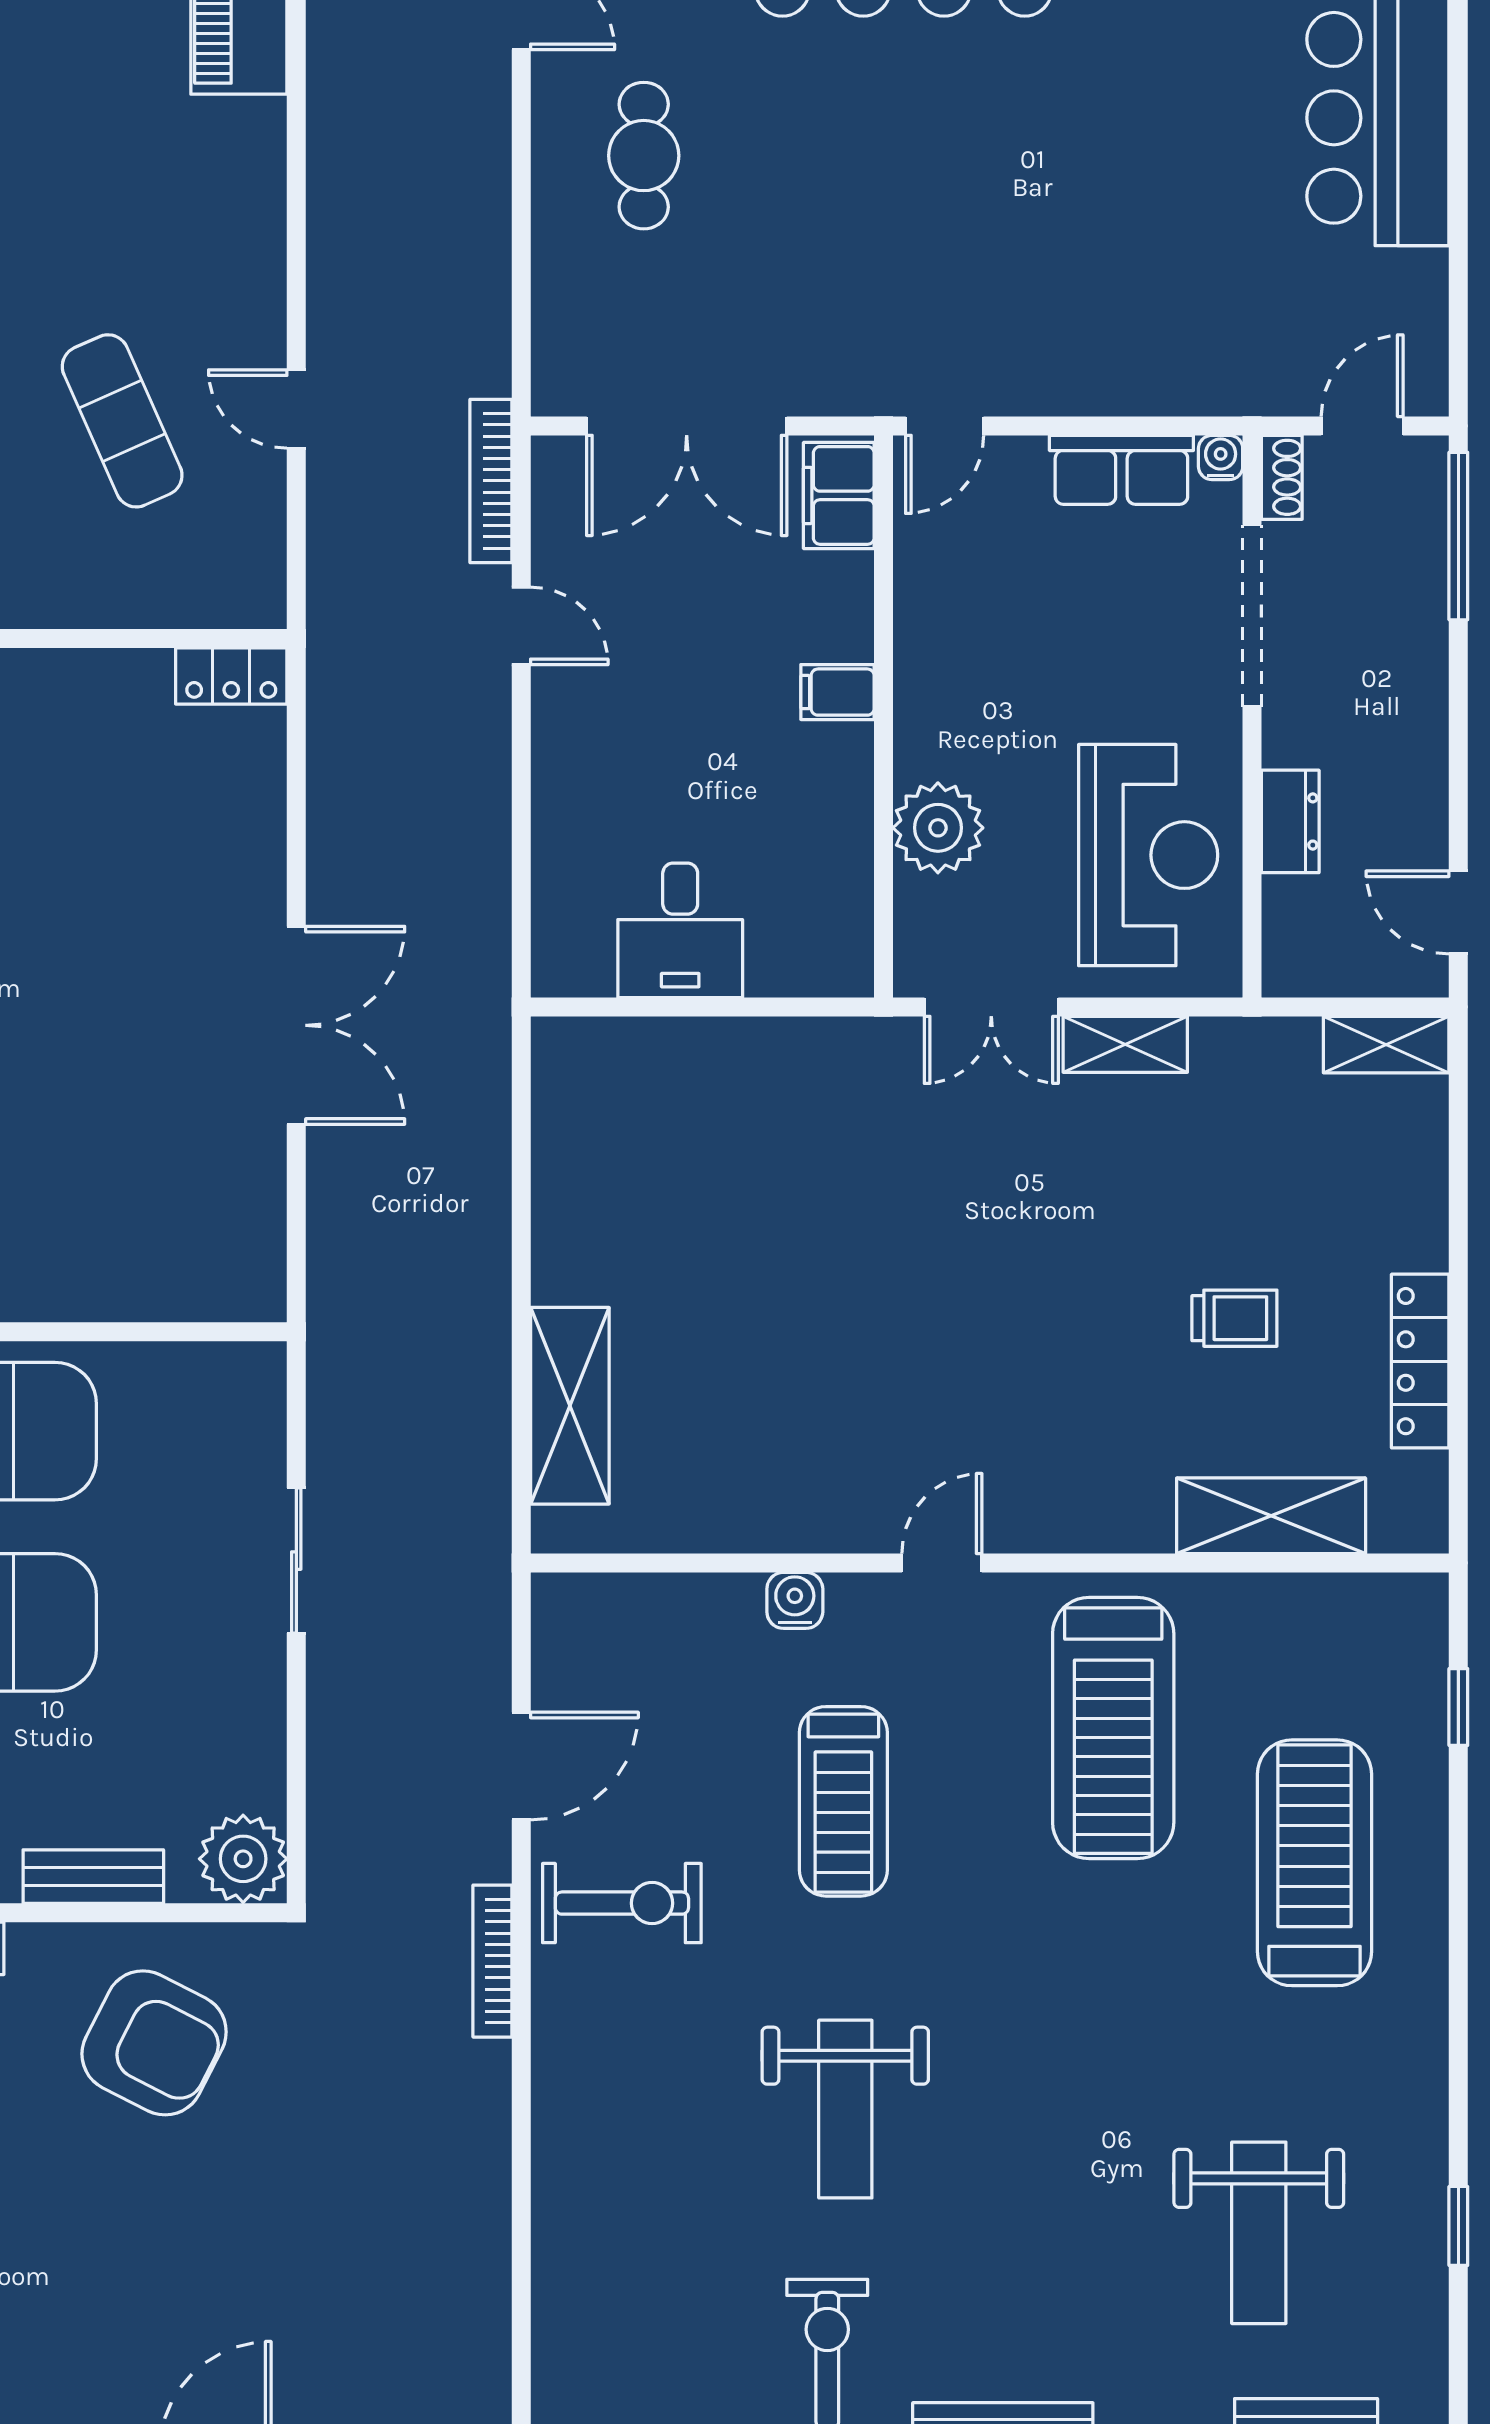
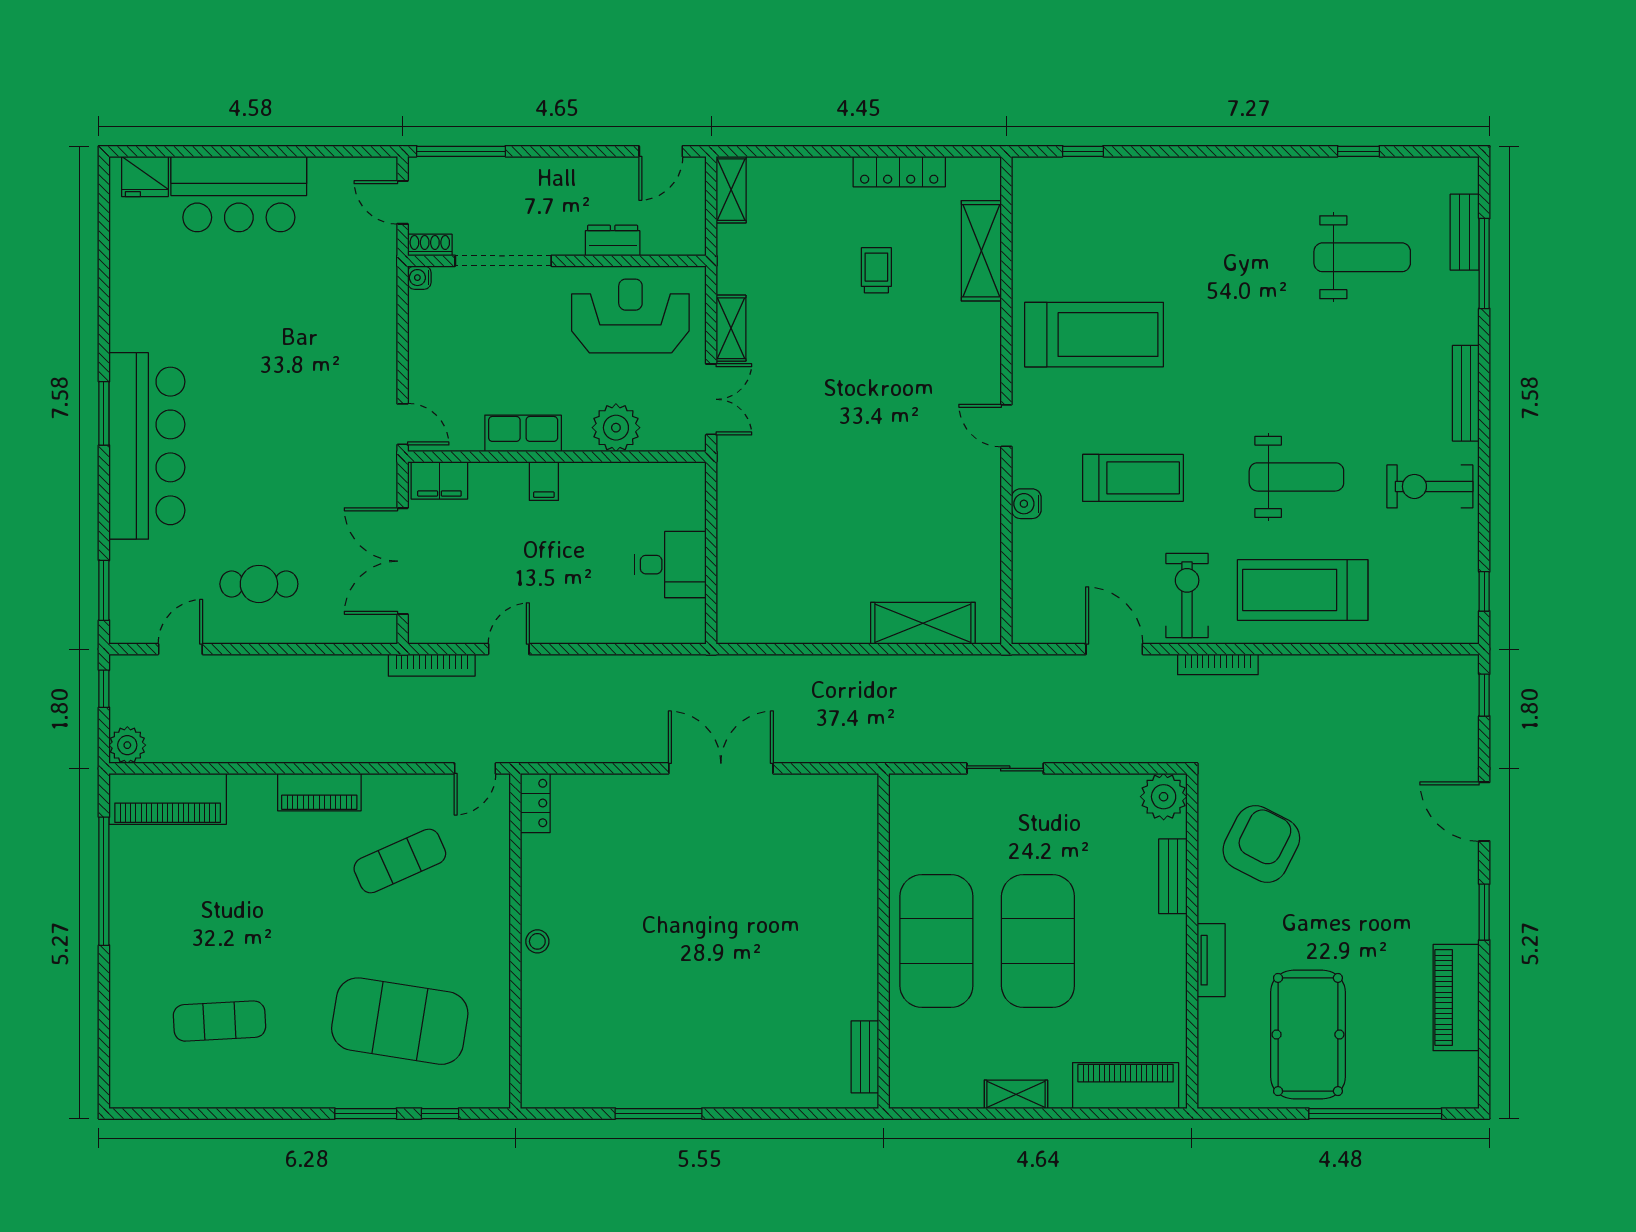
piano: (252, 269) -> (319, 792), added
door: (296, 409) -> (475, 768), moved
double door: (687, 426) -> (403, 561), swing flipped
row of seats: (1121, 470) -> (523, 433), moved, turned -90
treadmill: (1315, 1863) -> (1303, 590), moved

